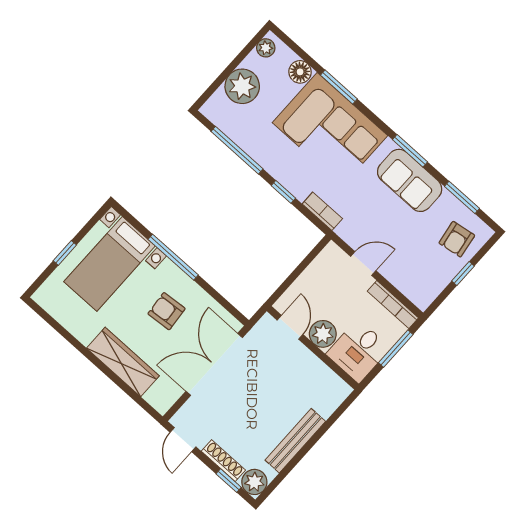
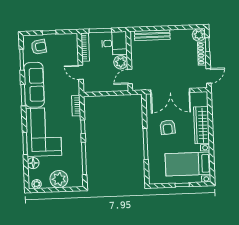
sofa: (410, 180) -> (34, 85), width x1.36
bed with nightstands: (110, 264) -> (188, 164), moved, turned 180
bench: (295, 441) -> (152, 35), moved

